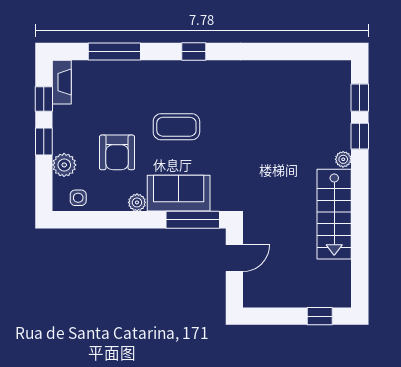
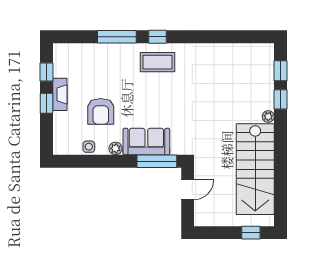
window: (114, 52) -> (117, 37), moved
fireplace: (62, 82) -> (60, 94), moved
coffee table: (176, 127) -> (157, 62), moved
plant: (64, 165) -> (62, 121), removed
side table: (78, 198) -> (89, 147), moved
stairs: (334, 214) -> (255, 169), width x1.36, depth x1.51

